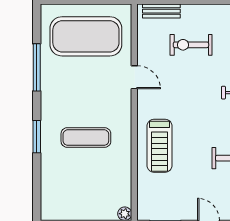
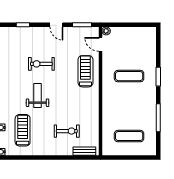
exercise mat: (86, 36) -> (129, 136), width x0.50, depth x0.69
door: (134, 77) -> (100, 44), moved

